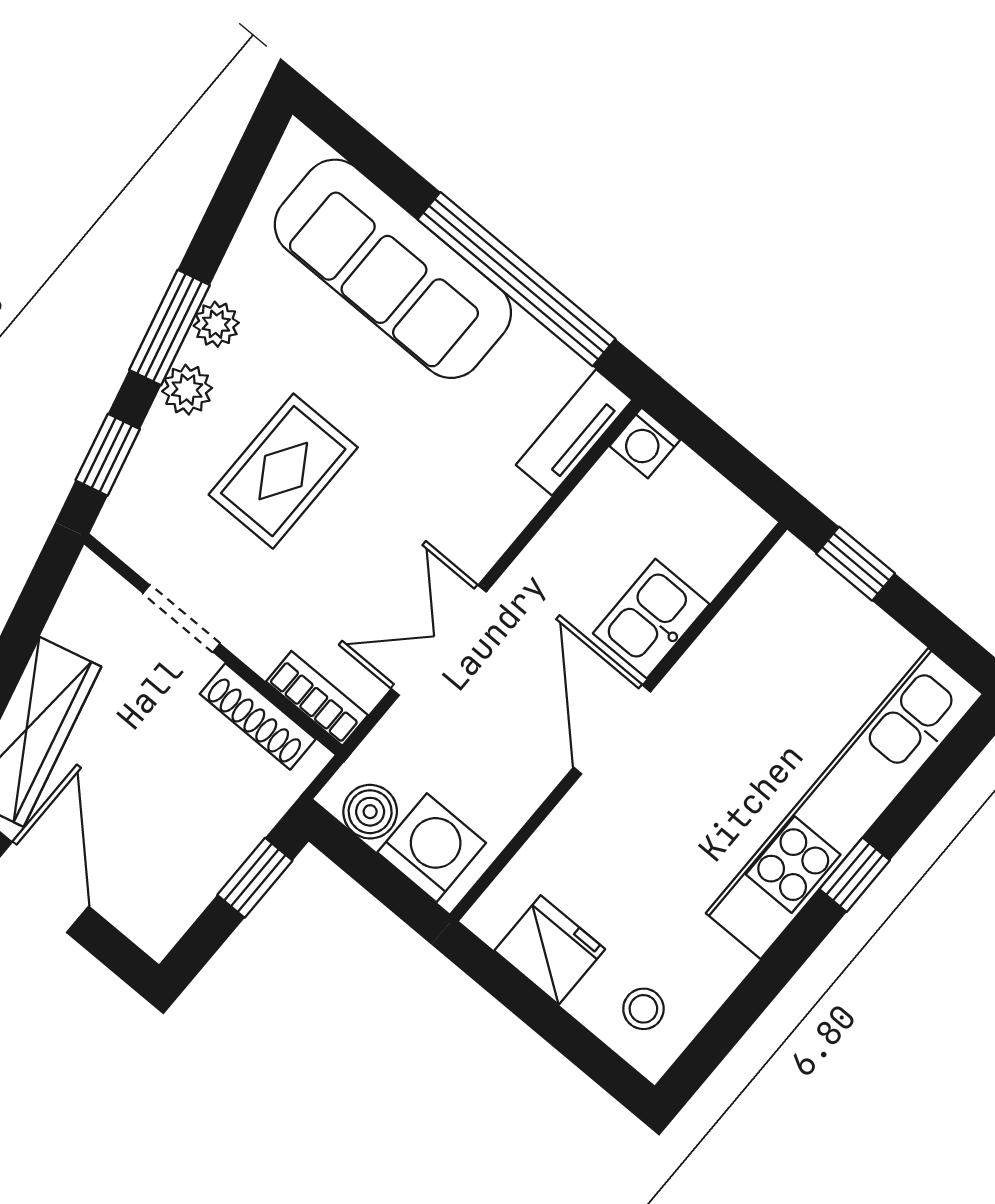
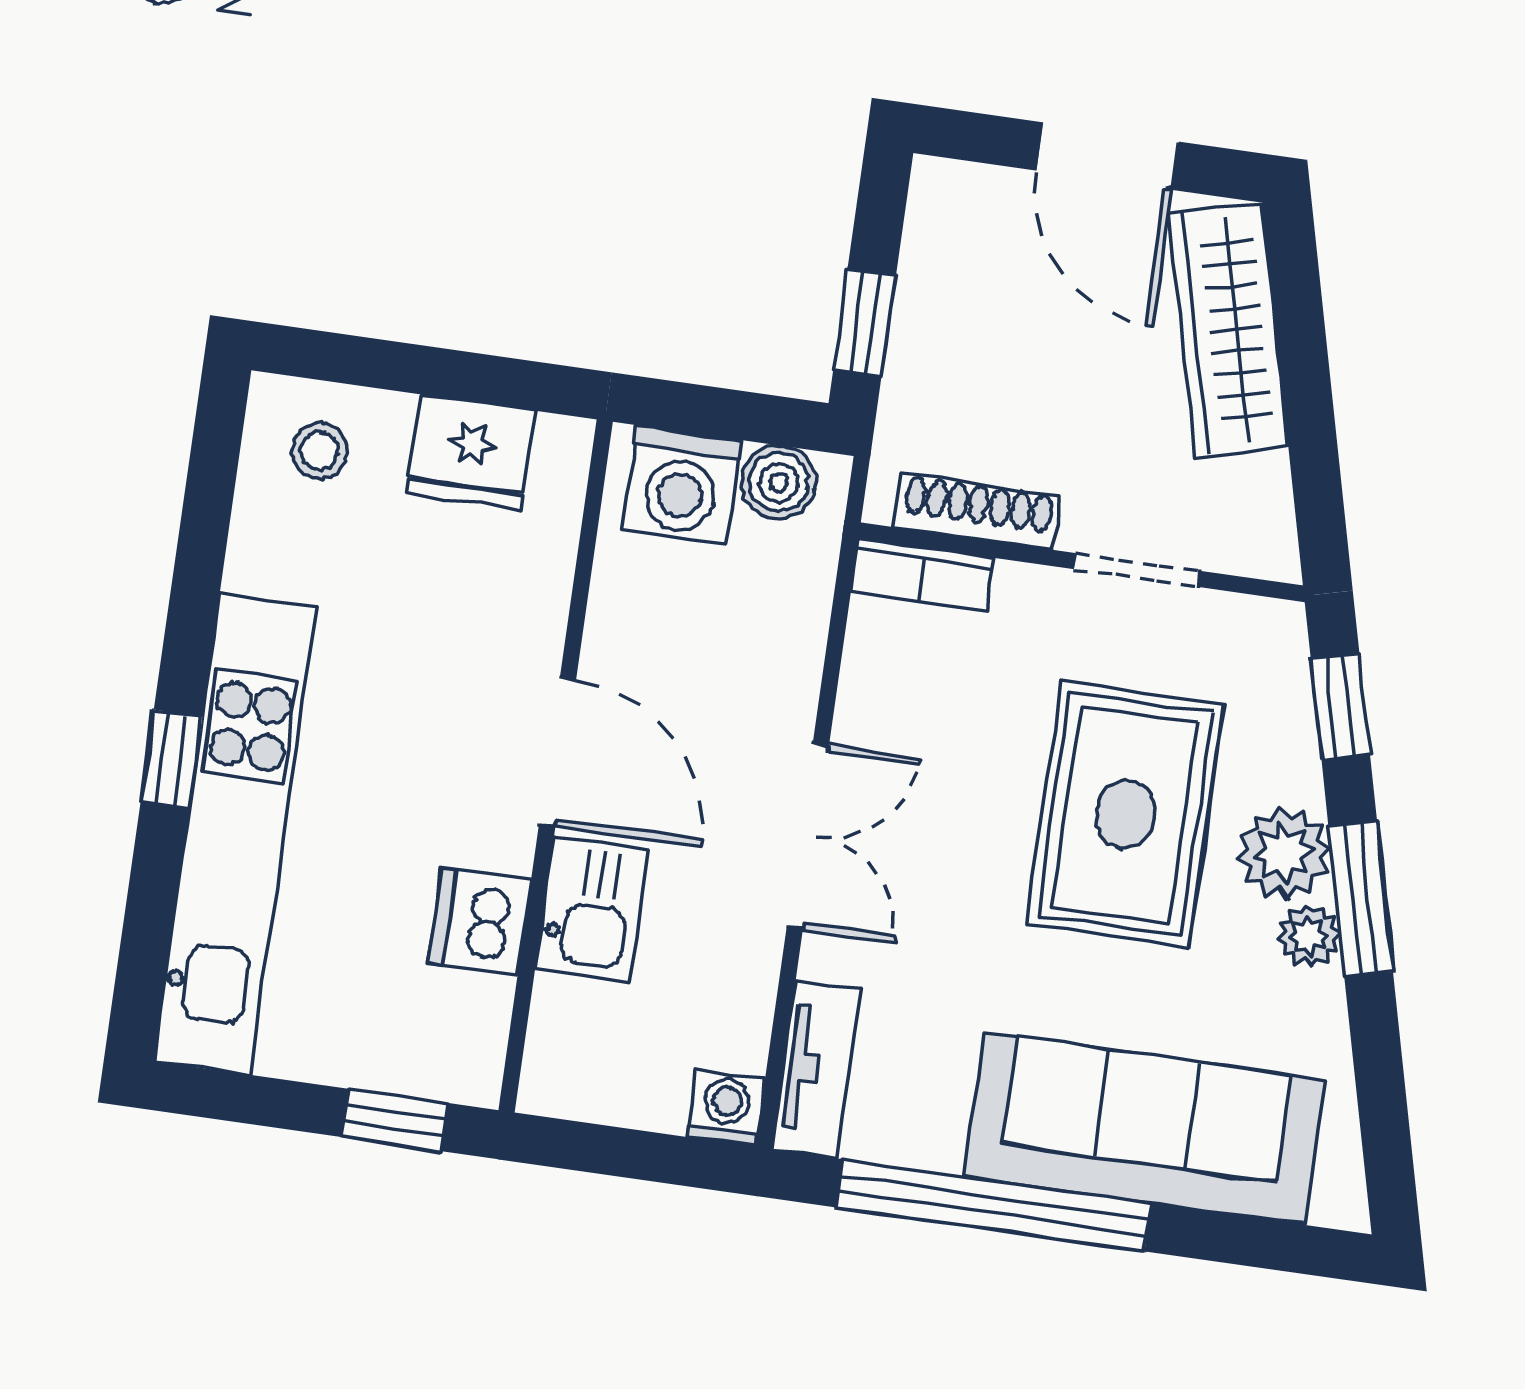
plant: (187, 390) -> (1284, 854), width x1.38, depth x1.38
rug: (283, 471) -> (1125, 814), width x1.36, depth x1.43
double door: (439, 640) -> (808, 836), moved
dishwasher: (726, 654) -> (480, 921), added

